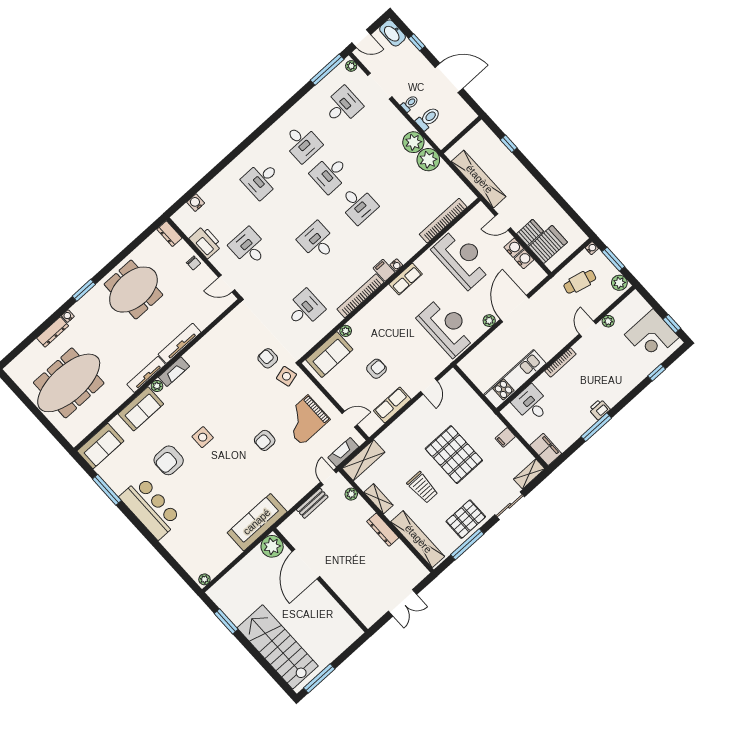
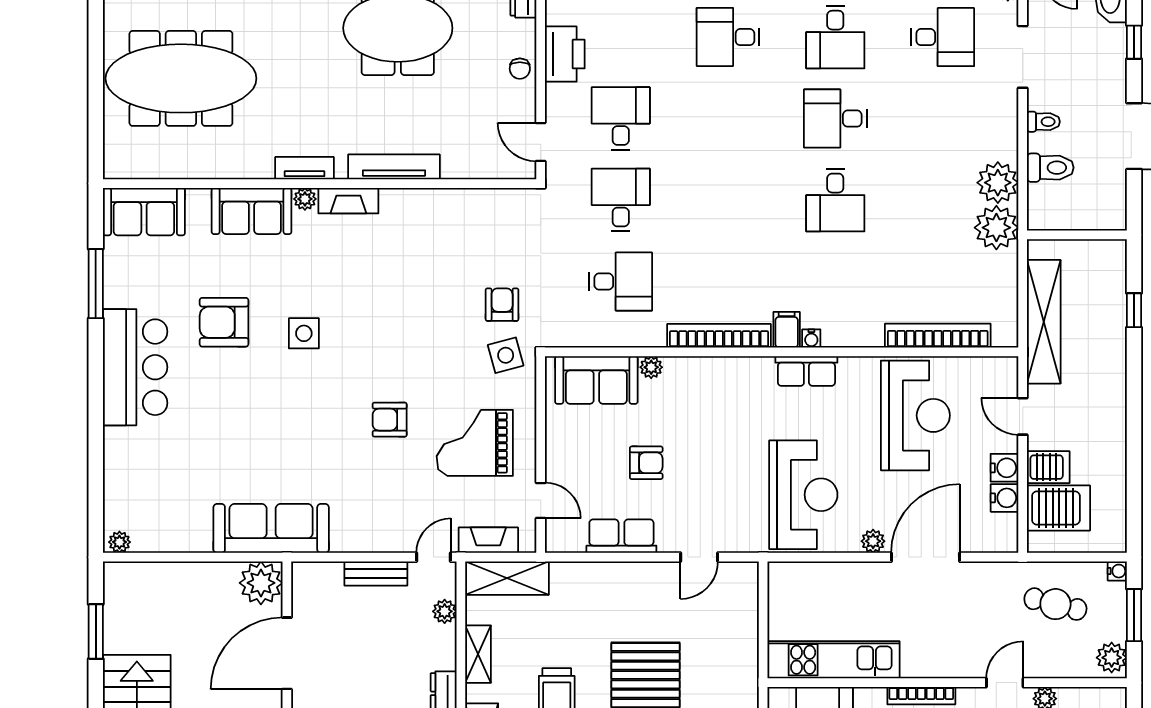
desk: (317, 241) -> (621, 200), moved
tv unit: (146, 374) -> (305, 168), width x0.71

